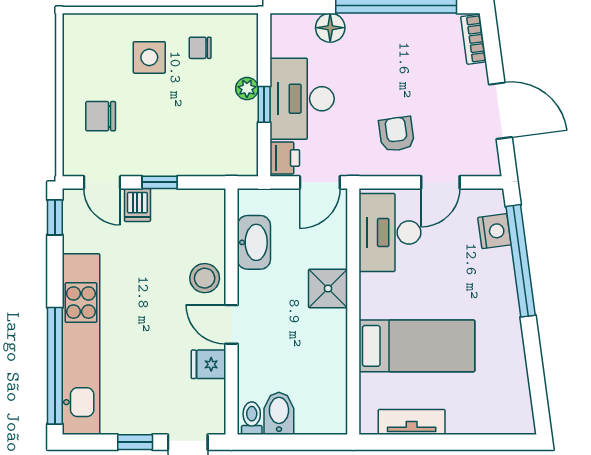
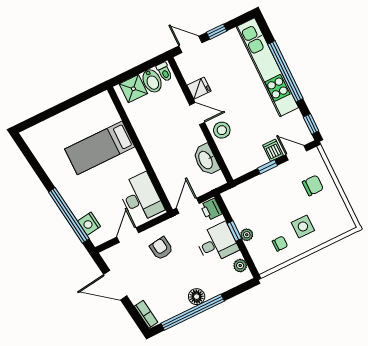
floor lamp: (330, 28) -> (197, 297), moved
plant: (282, 44) -> (240, 266), added
desk: (302, 99) -> (217, 243), width x0.73
armchair: (397, 134) -> (161, 248), turned 180
shower: (328, 289) -> (133, 89), moved
window: (55, 366) -> (285, 71), moved
tv unit: (412, 422) -> (84, 109), removed

